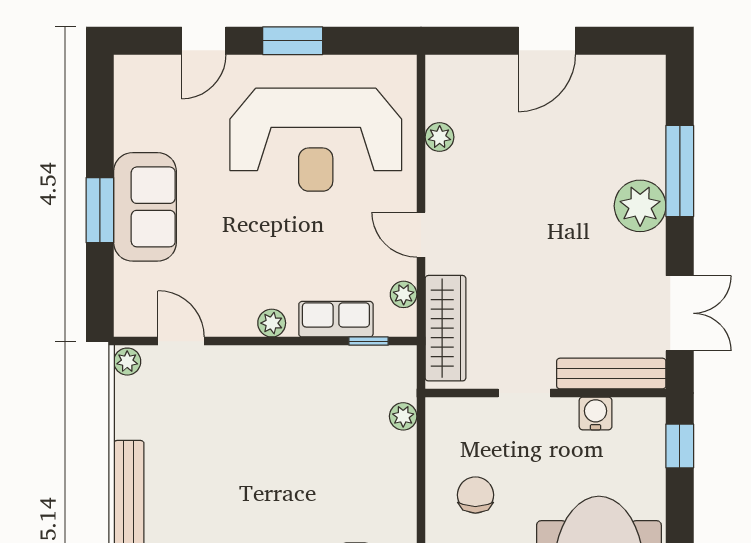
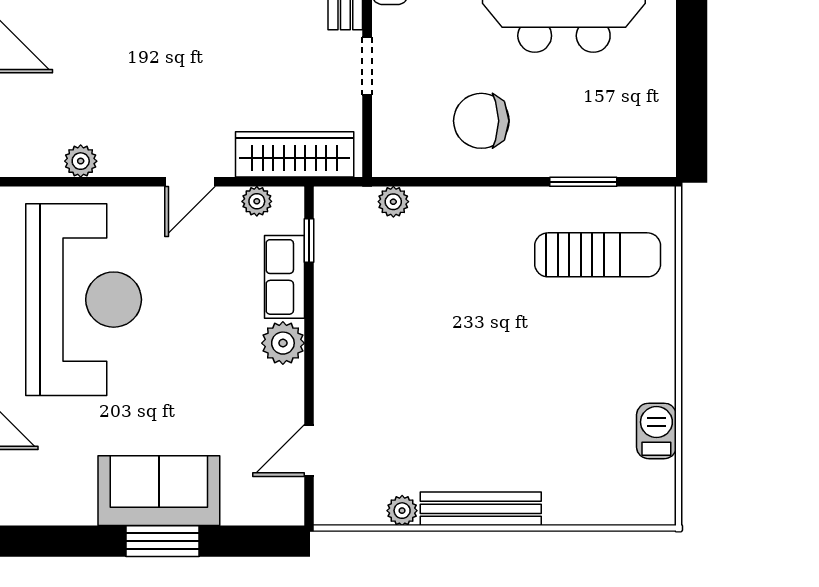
plant: (272, 323) -> (283, 343), width x1.38, depth x1.38
plant: (127, 362) -> (402, 511), moved
chair: (475, 495) -> (481, 121), width x1.37, depth x1.37

